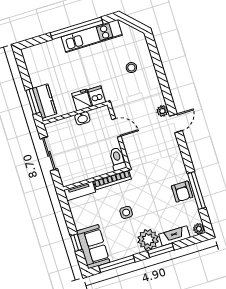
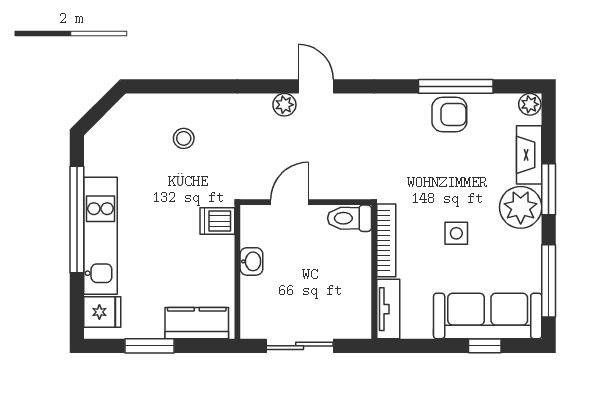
kitchen unit: (92, 36) -> (100, 236), moved
fridge: (82, 100) -> (102, 312), moved, turned 180
window: (33, 101) -> (150, 346), moved
sofa: (93, 247) -> (488, 316), width x1.36

